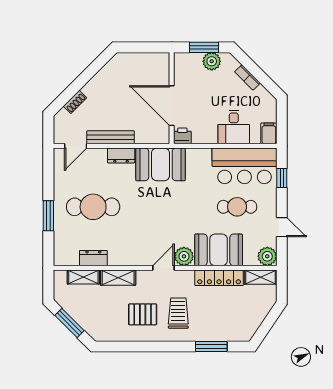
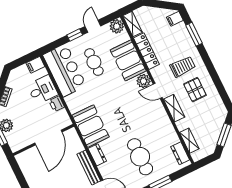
printer: (182, 136) -> (57, 104), moved
window: (282, 178) -> (75, 35), moved
dresser: (93, 258) -> (180, 153), moved
shelving: (118, 278) -> (174, 108), moved
trolley: (178, 313) -> (183, 67), turned 180
filing cabinet: (242, 332) -> (175, 19), added

